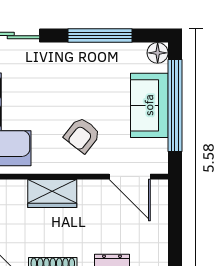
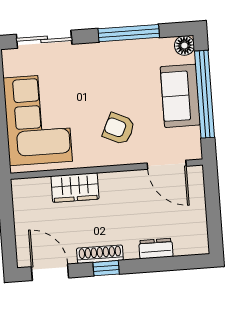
armchair: (82, 135) -> (119, 129), turned 77
wardrobe: (52, 194) -> (75, 188), moved

